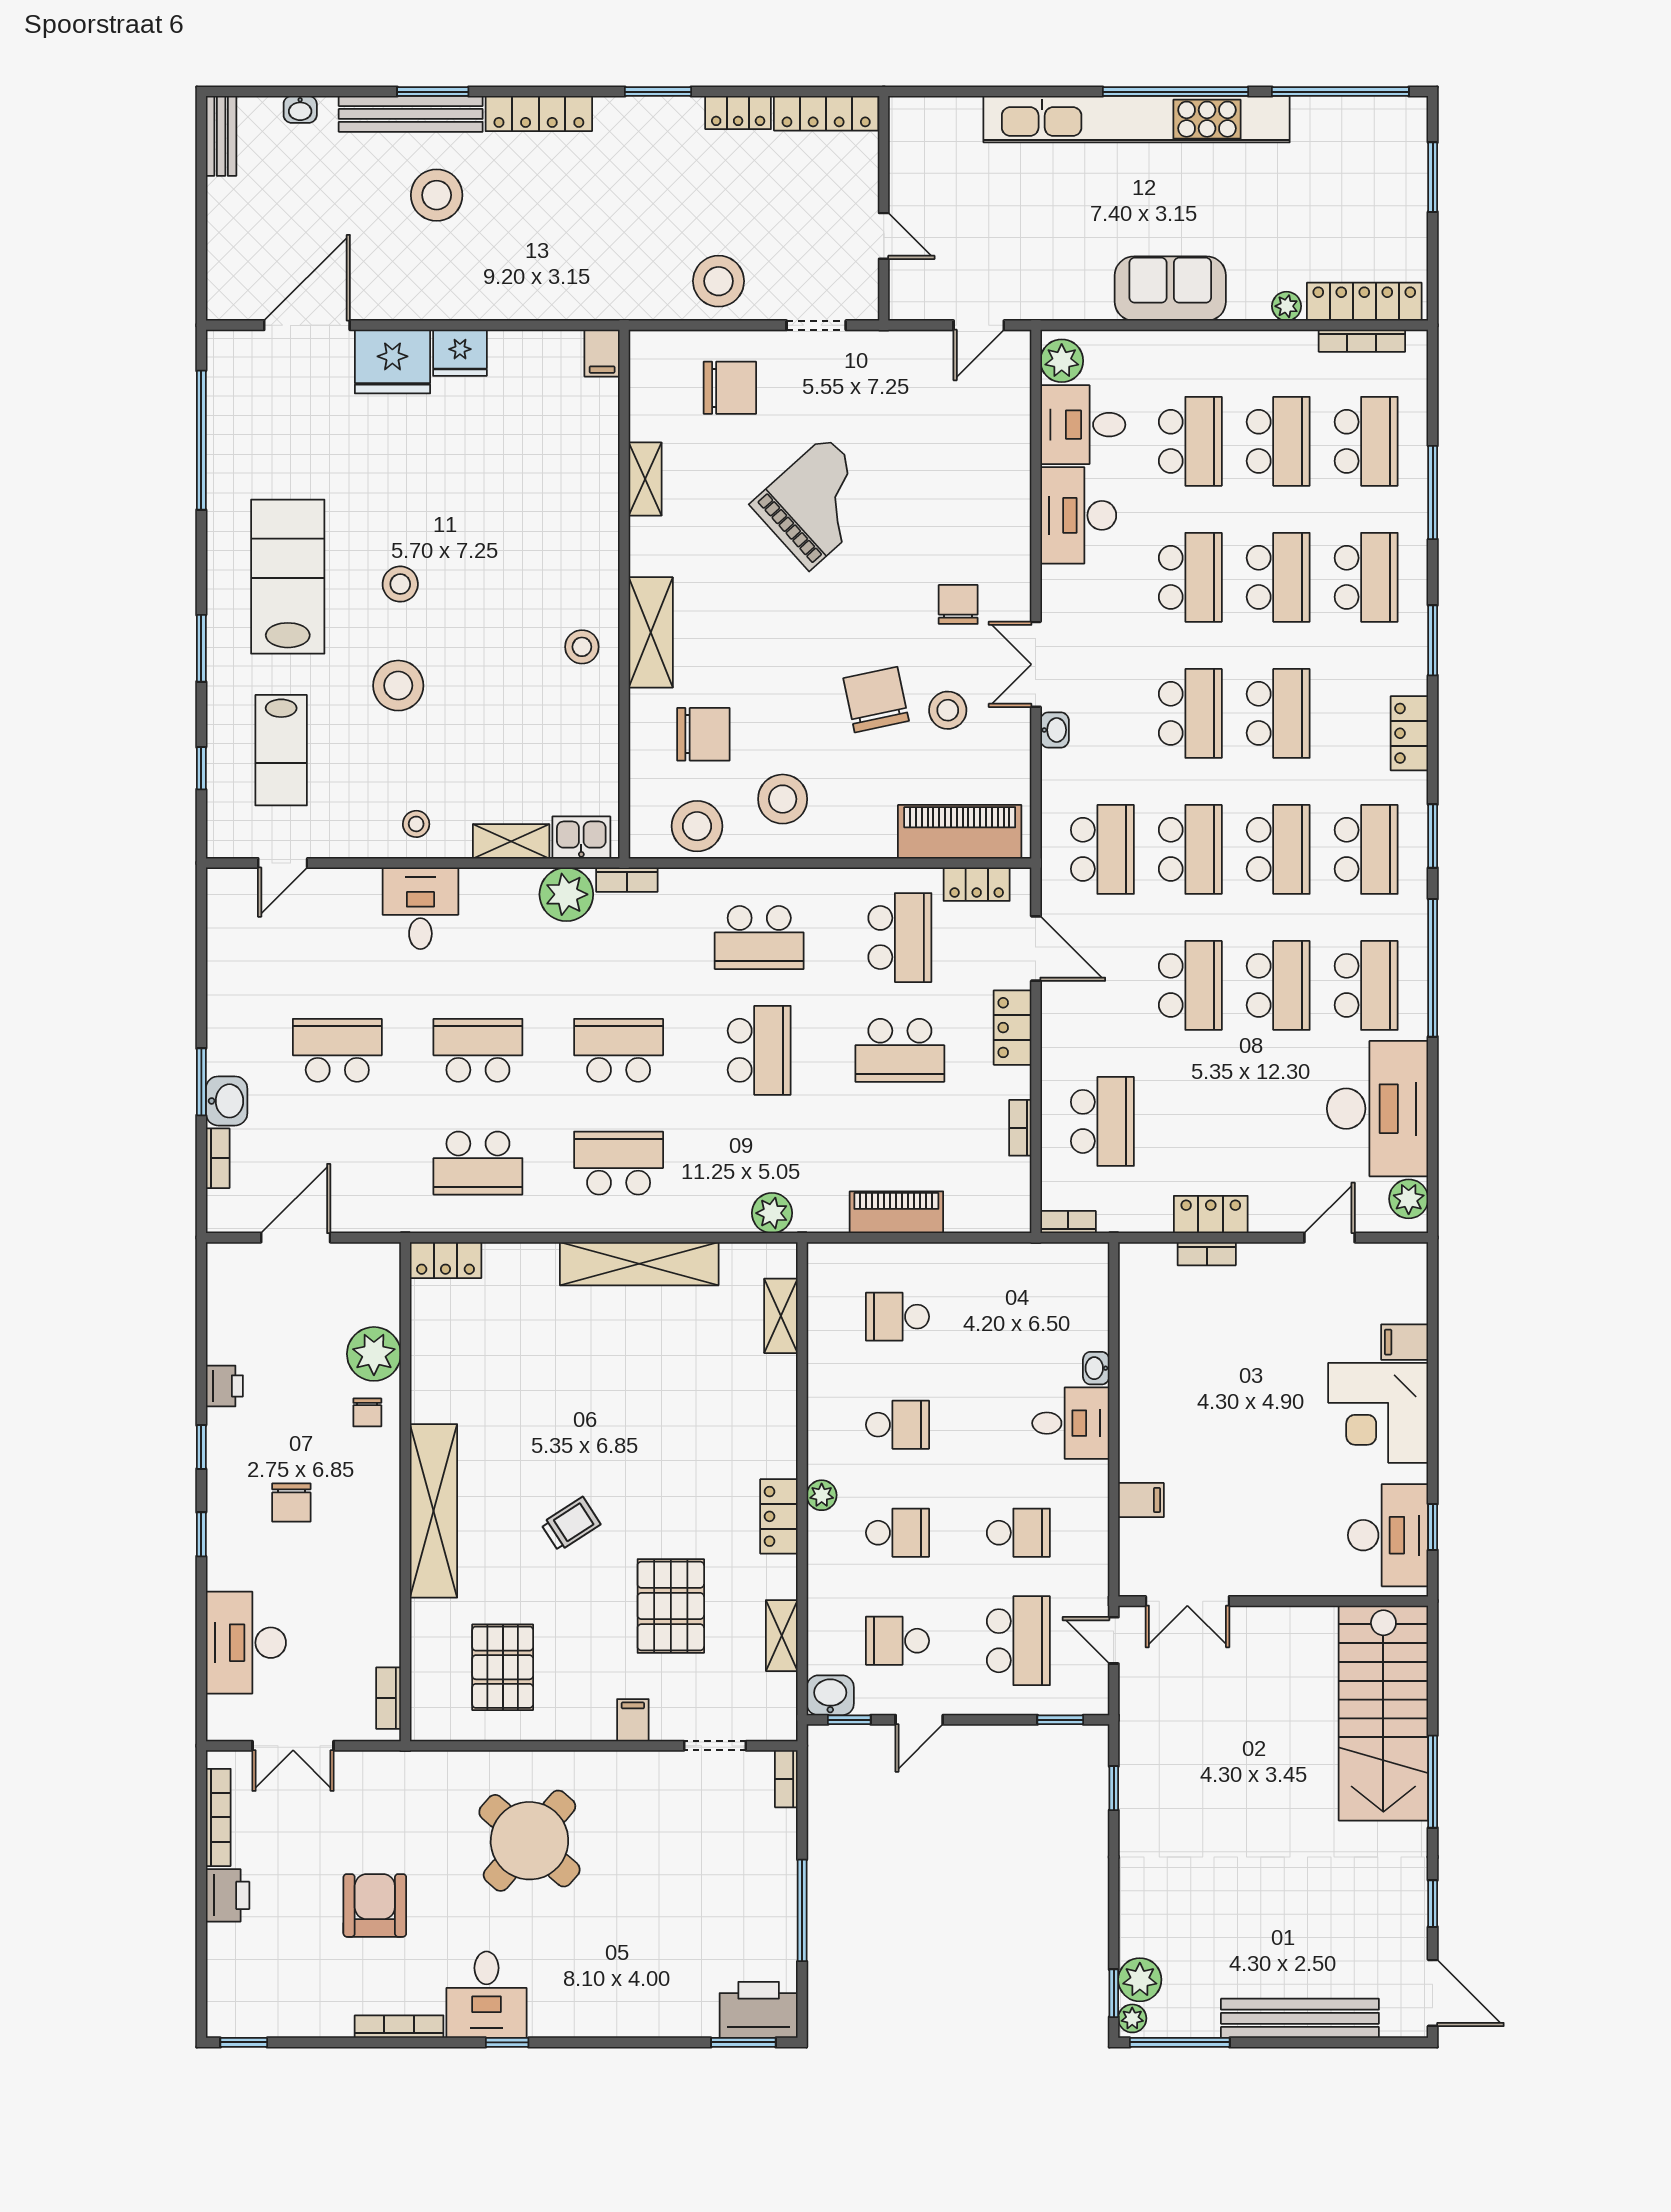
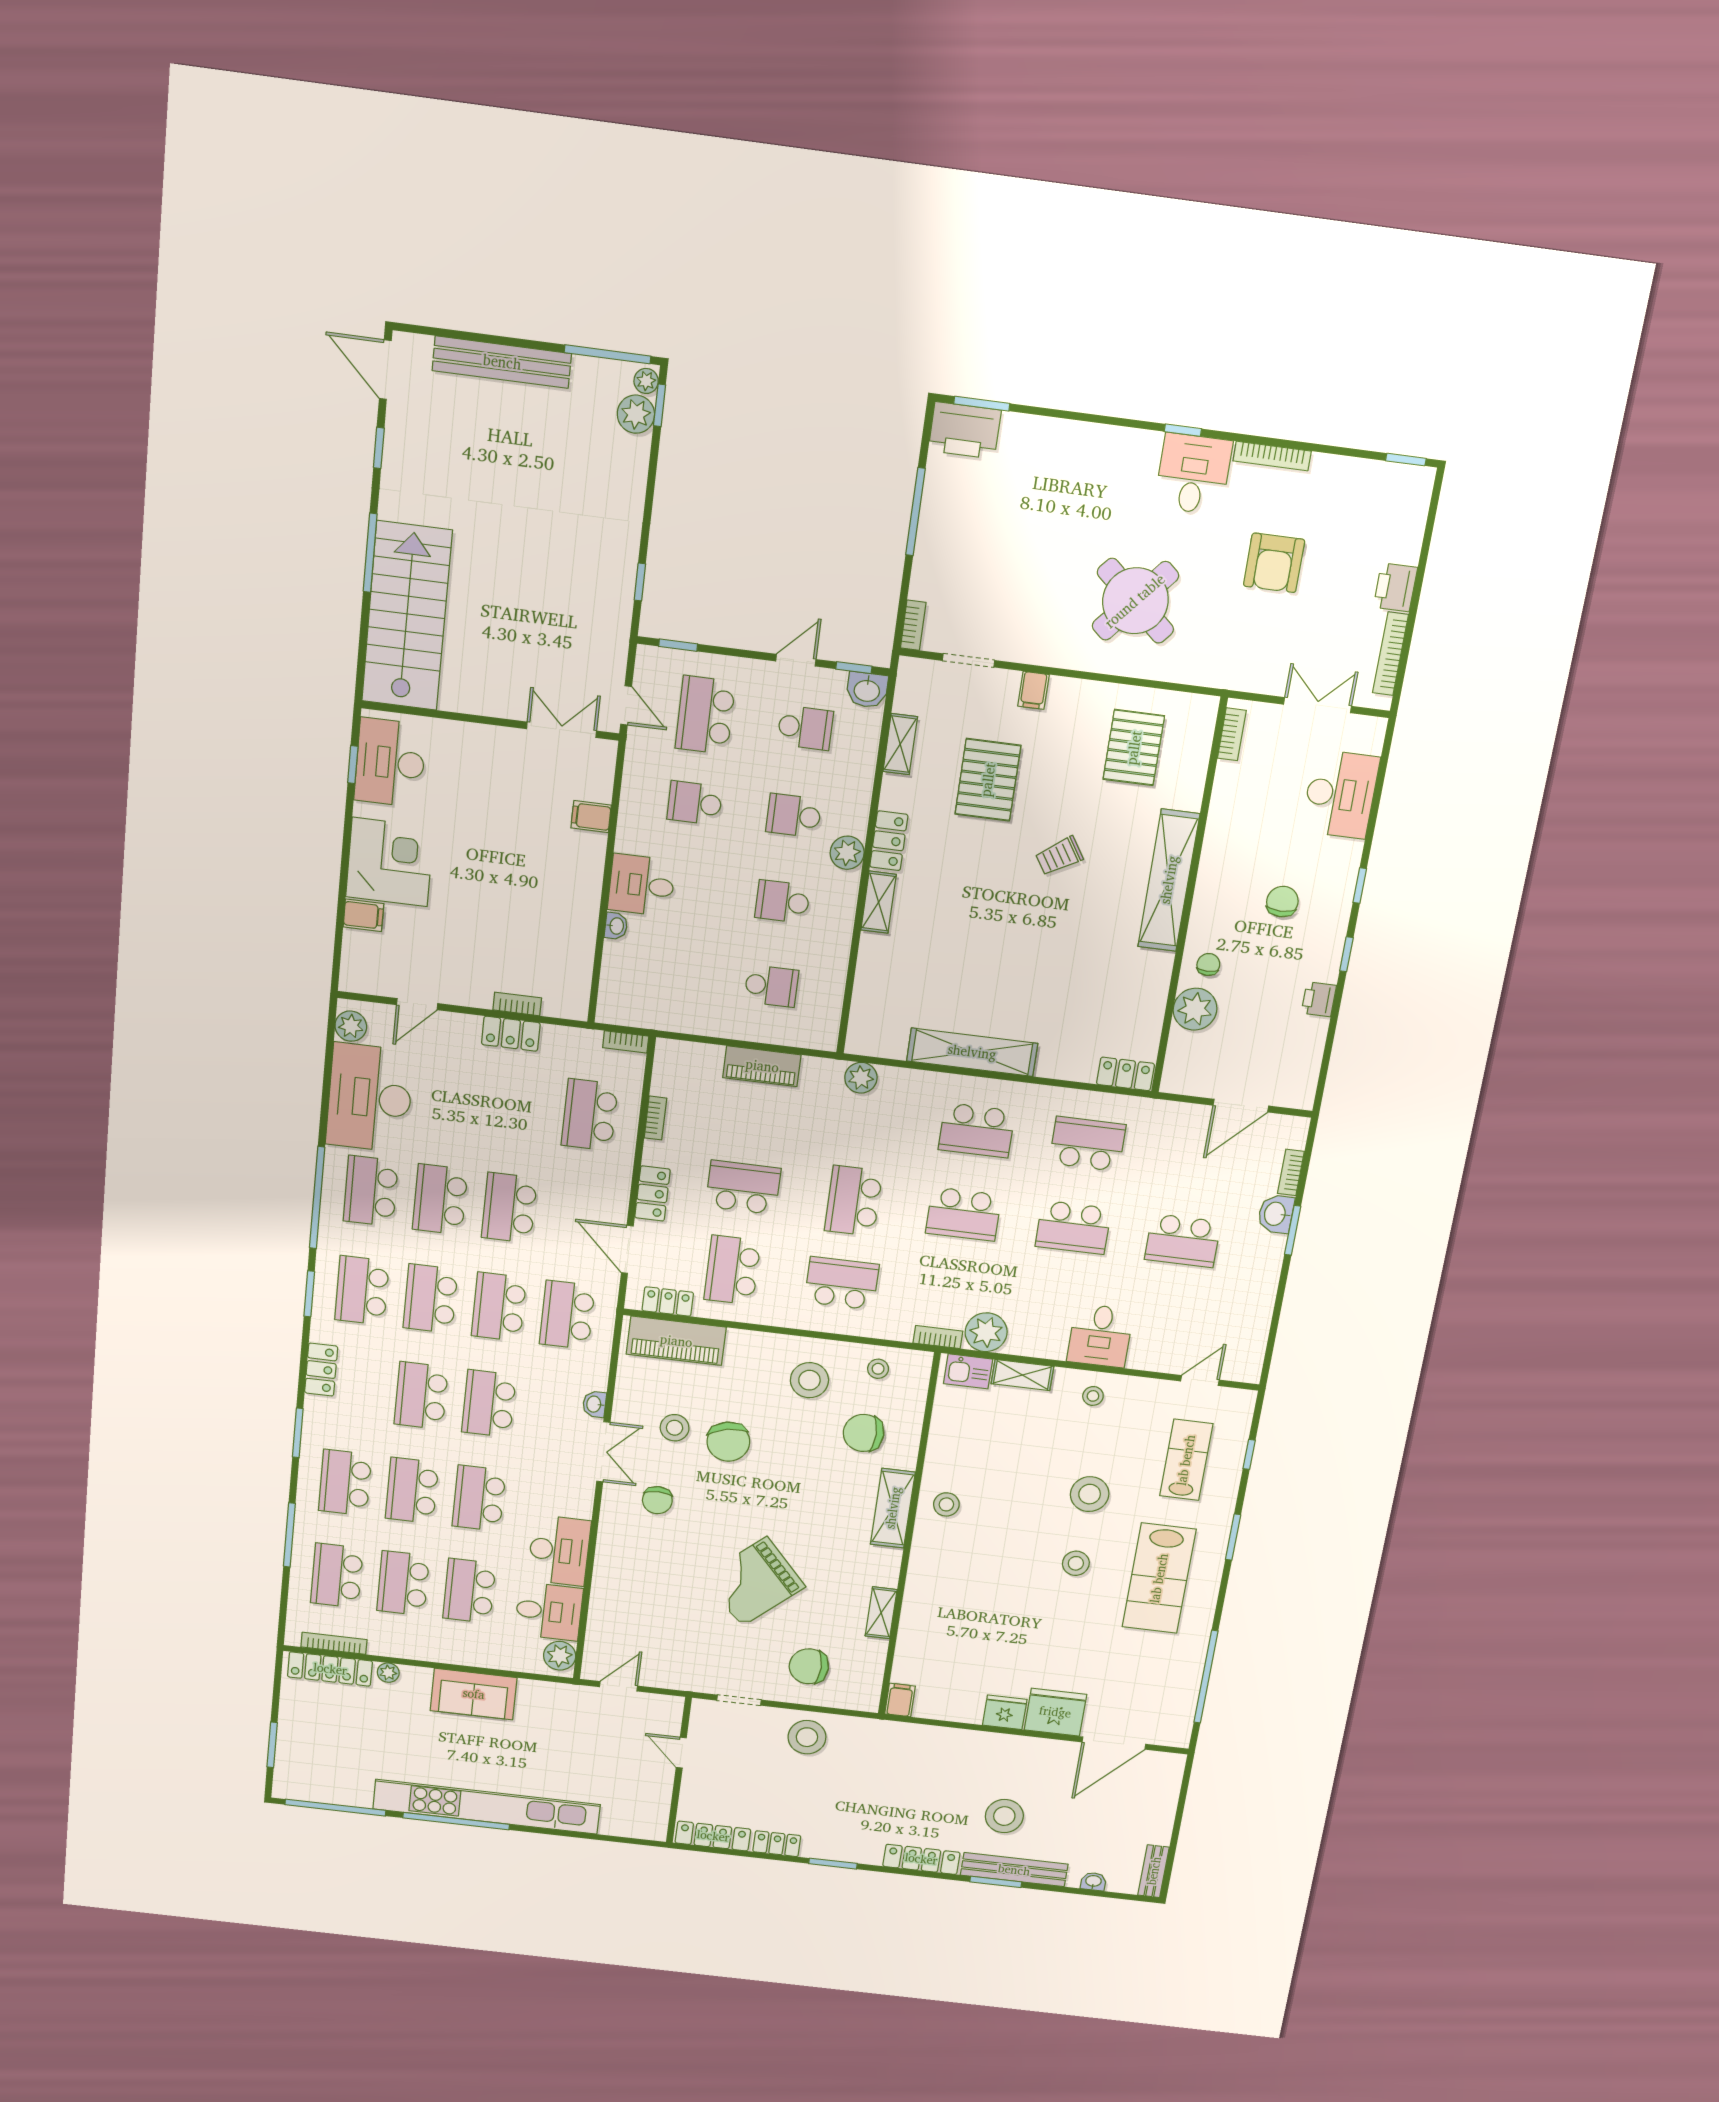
stool: (697, 826) -> (878, 1369), width x0.53, depth x0.53
shelving: (781, 1316) -> (879, 902), moved
plant: (822, 1495) -> (847, 853), width x1.38, depth x1.38

